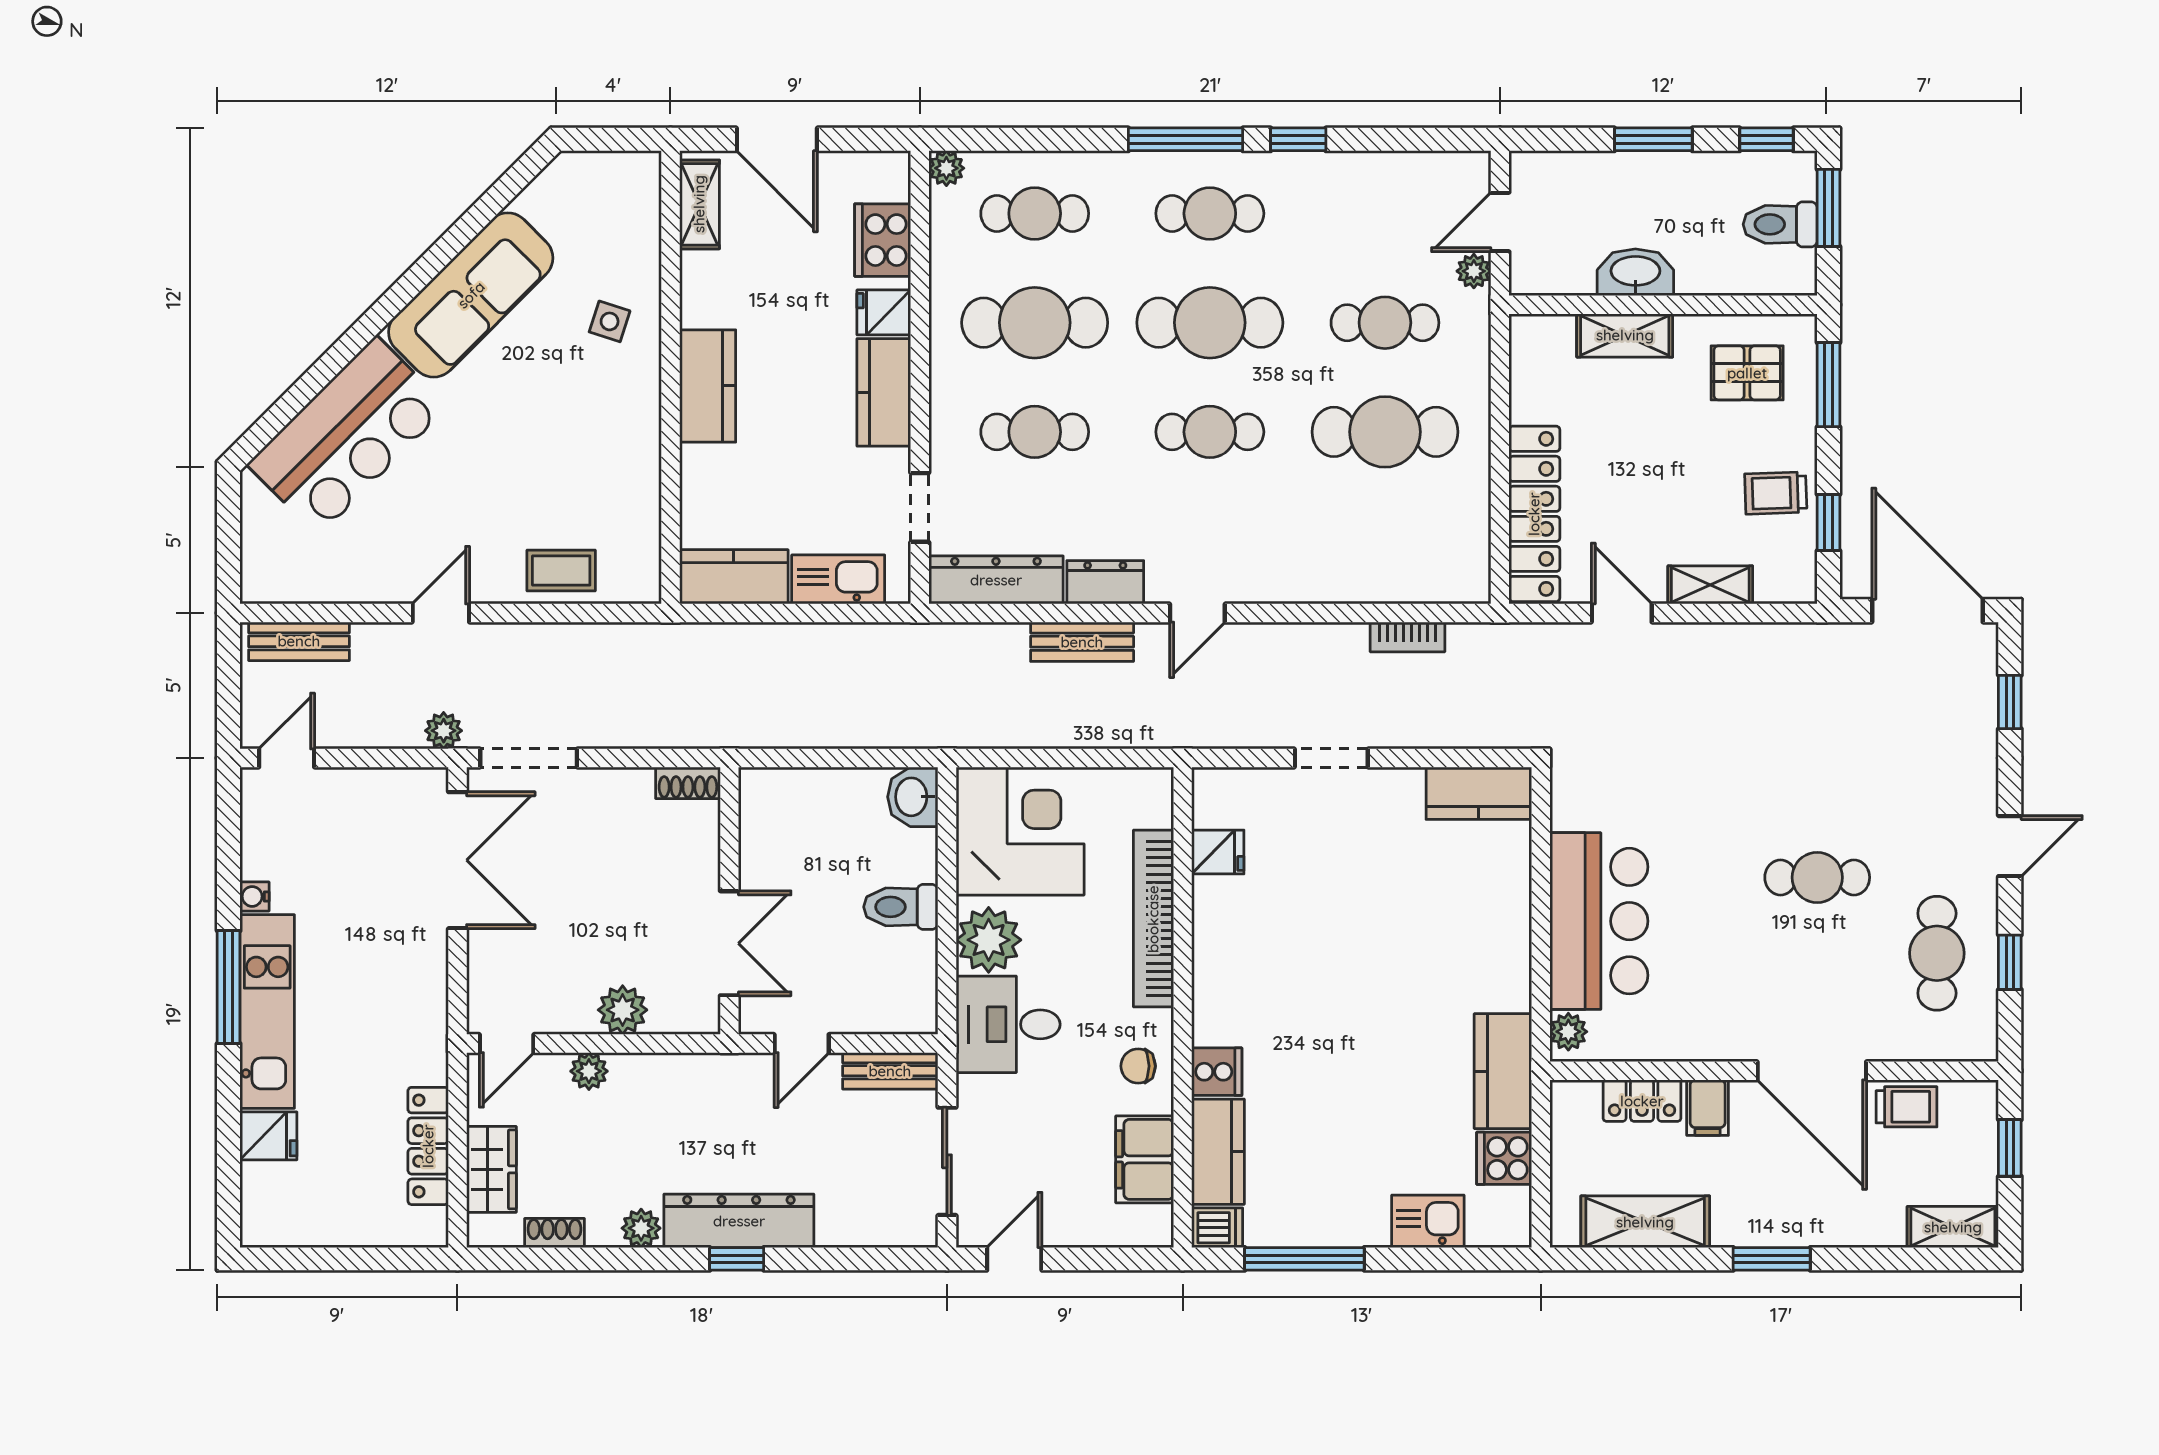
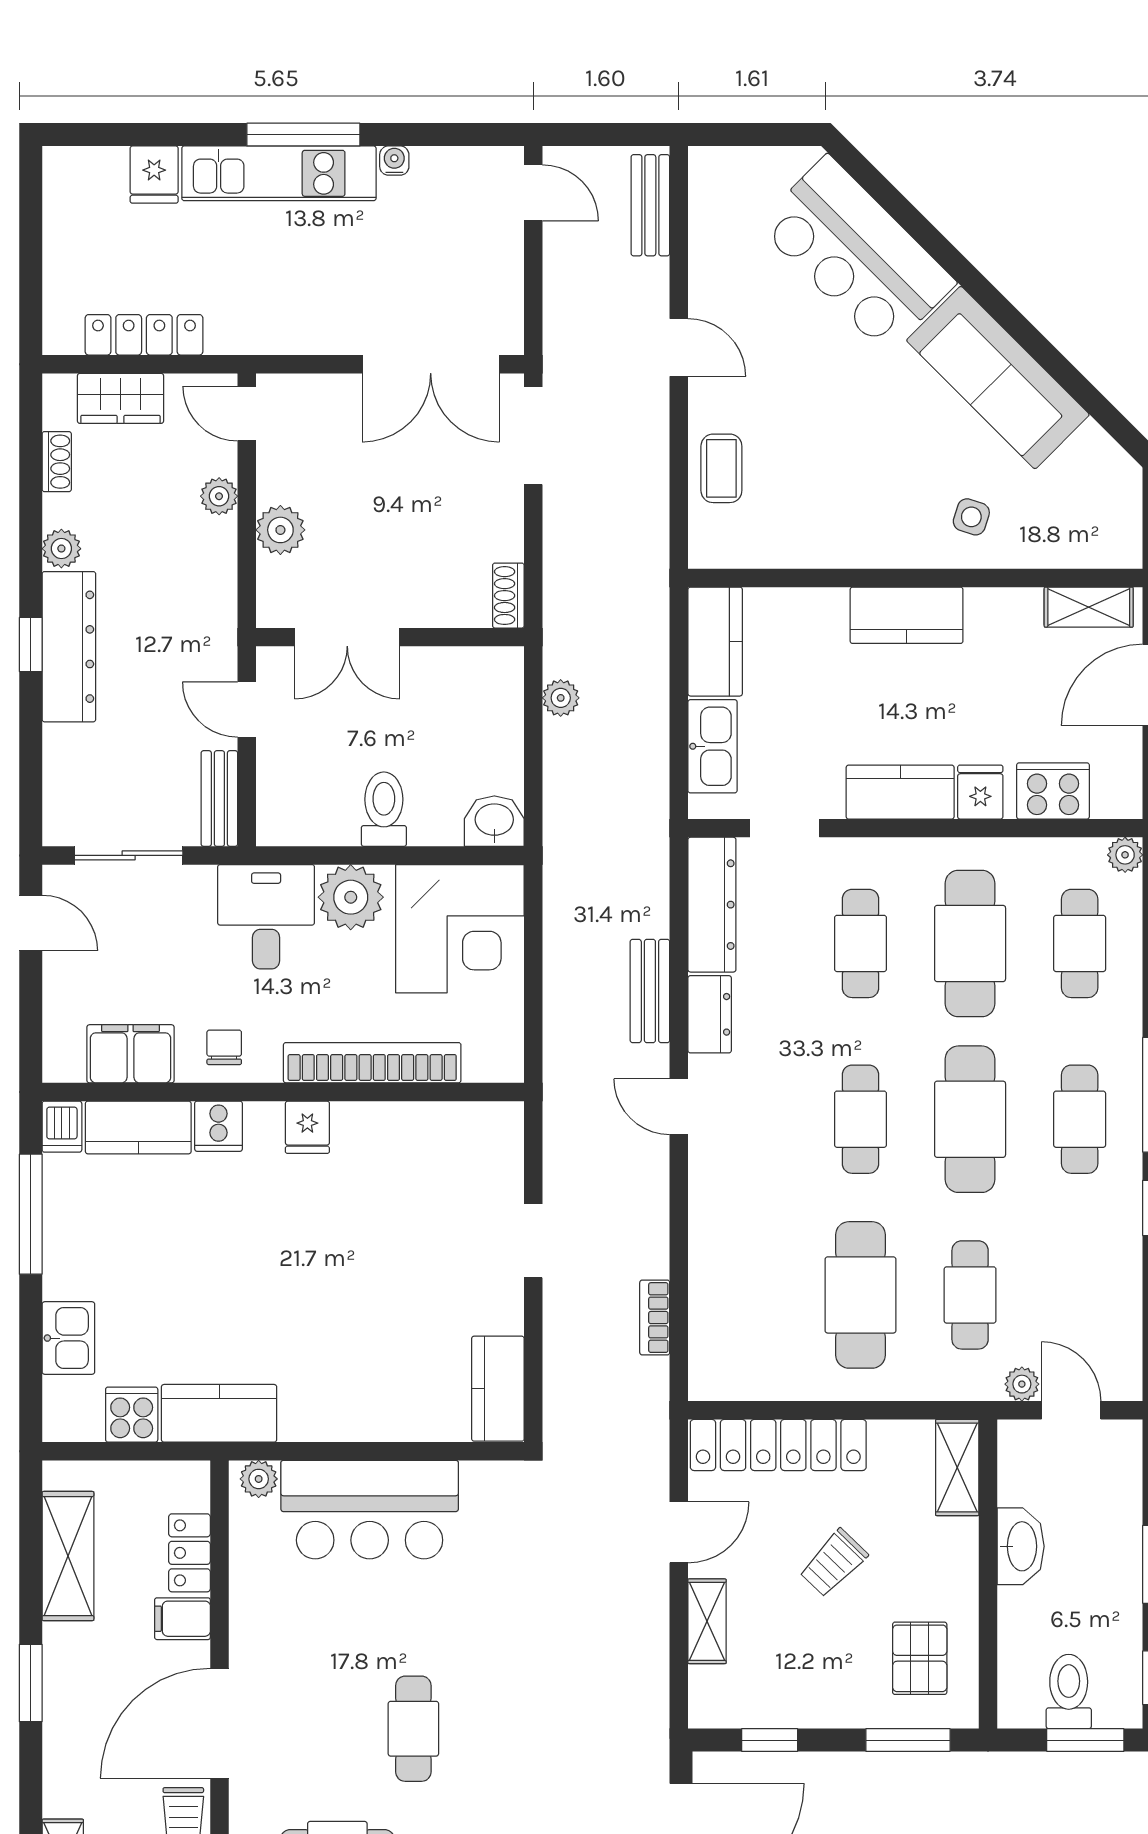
shelving: (1625, 335) -> (957, 1468), moved
trolley: (1776, 493) -> (833, 1563), moved, turned -134
plant: (444, 731) -> (561, 698), moved
fridge: (1218, 852) -> (307, 1127), moved

